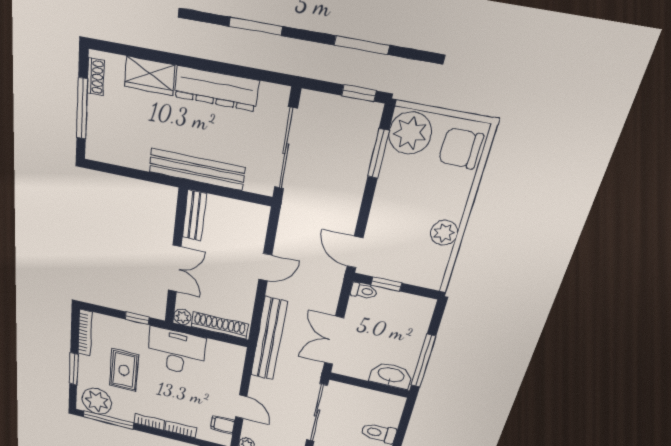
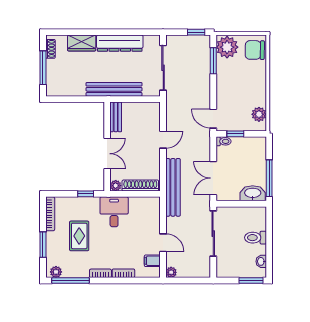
plant: (444, 233) -> (259, 114), moved
desk: (176, 351) -> (114, 212), width x0.73
plant: (97, 401) -> (56, 272), width x0.53, depth x0.53

